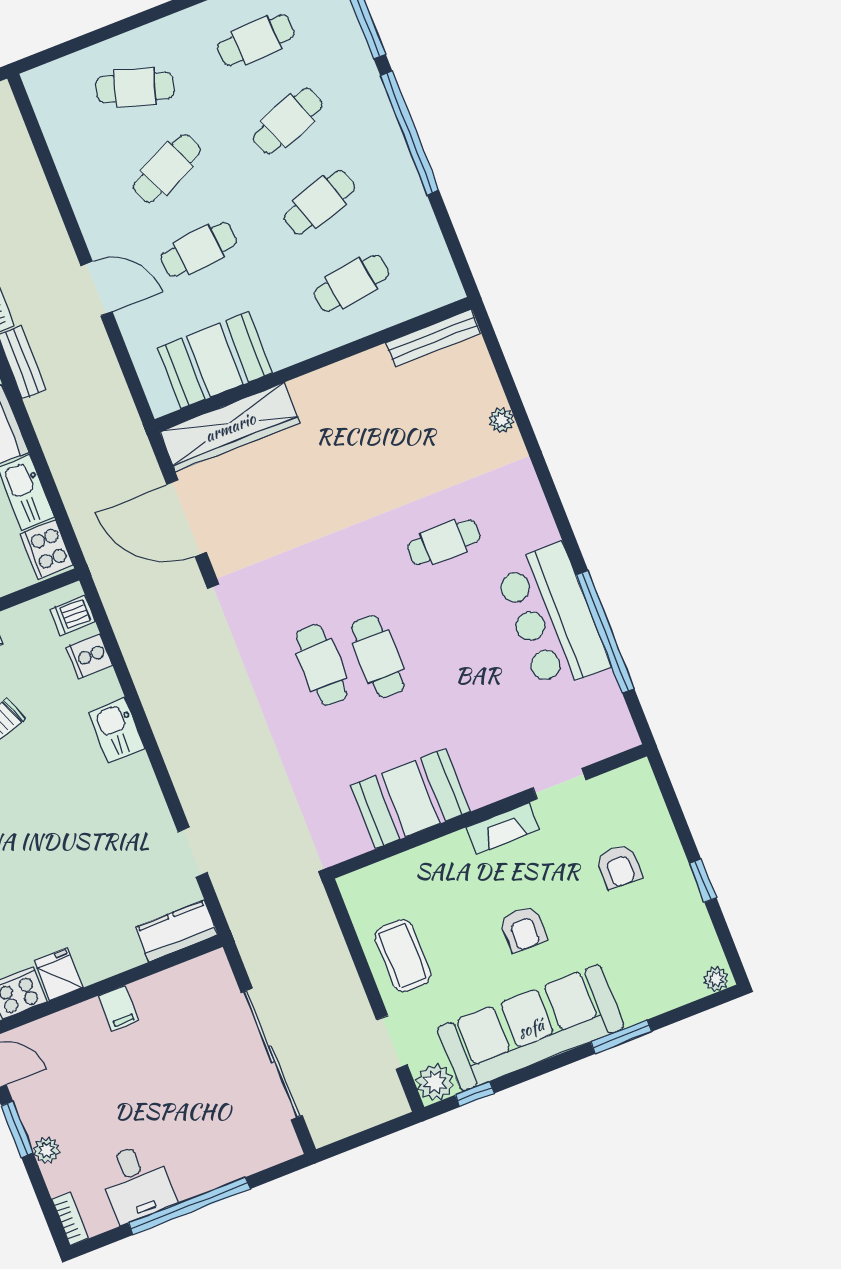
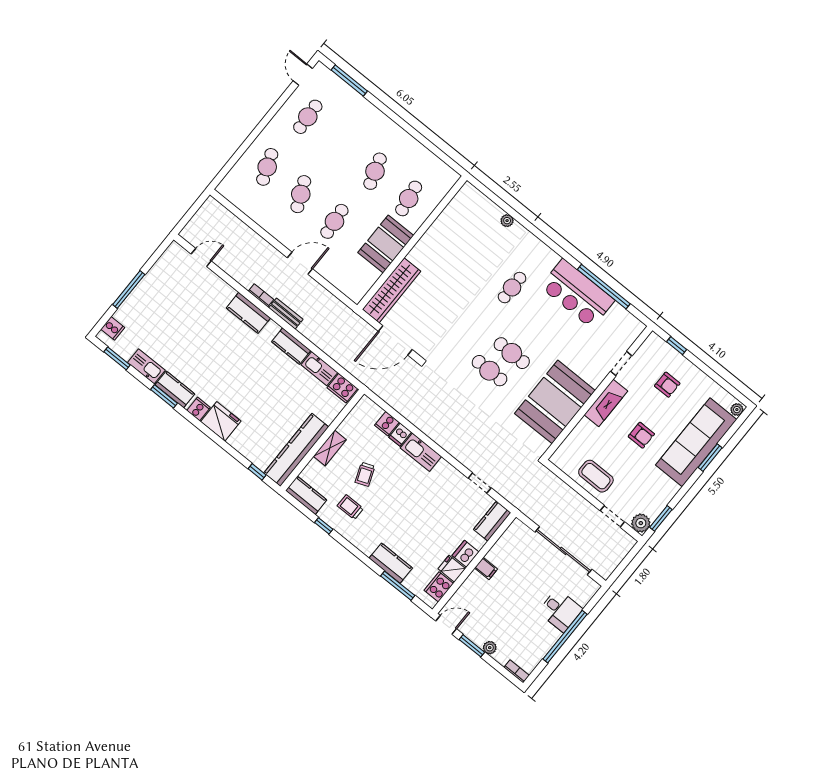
cafe table: (135, 87) -> (267, 167), turned -39
cafe table: (288, 121) -> (341, 144), removed
window: (410, 133) -> (397, 119), removed
bench: (433, 338) -> (457, 202), removed
booth: (215, 360) -> (386, 244), moved
dishwasher: (73, 615) -> (400, 435), moved
kitchen sink: (117, 730) -> (421, 452), width x1.38
booth: (410, 798) -> (555, 402), width x1.36, depth x1.42
fireplace: (503, 828) -> (606, 403), width x1.37, depth x1.32
window: (703, 881) -> (677, 346), moved
dishwasher: (97, 962) -> (465, 554), added
sofa: (531, 1028) -> (696, 442), moved
window: (475, 1094) -> (661, 518), width x1.50
desk: (137, 1183) -> (560, 610), moved

